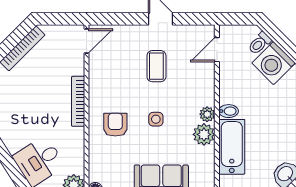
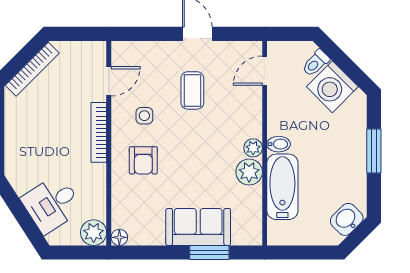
door: (86, 41) -> (109, 81), moved
side table: (156, 119) -> (144, 116), moved
armchair: (115, 125) -> (143, 160), turned 180

